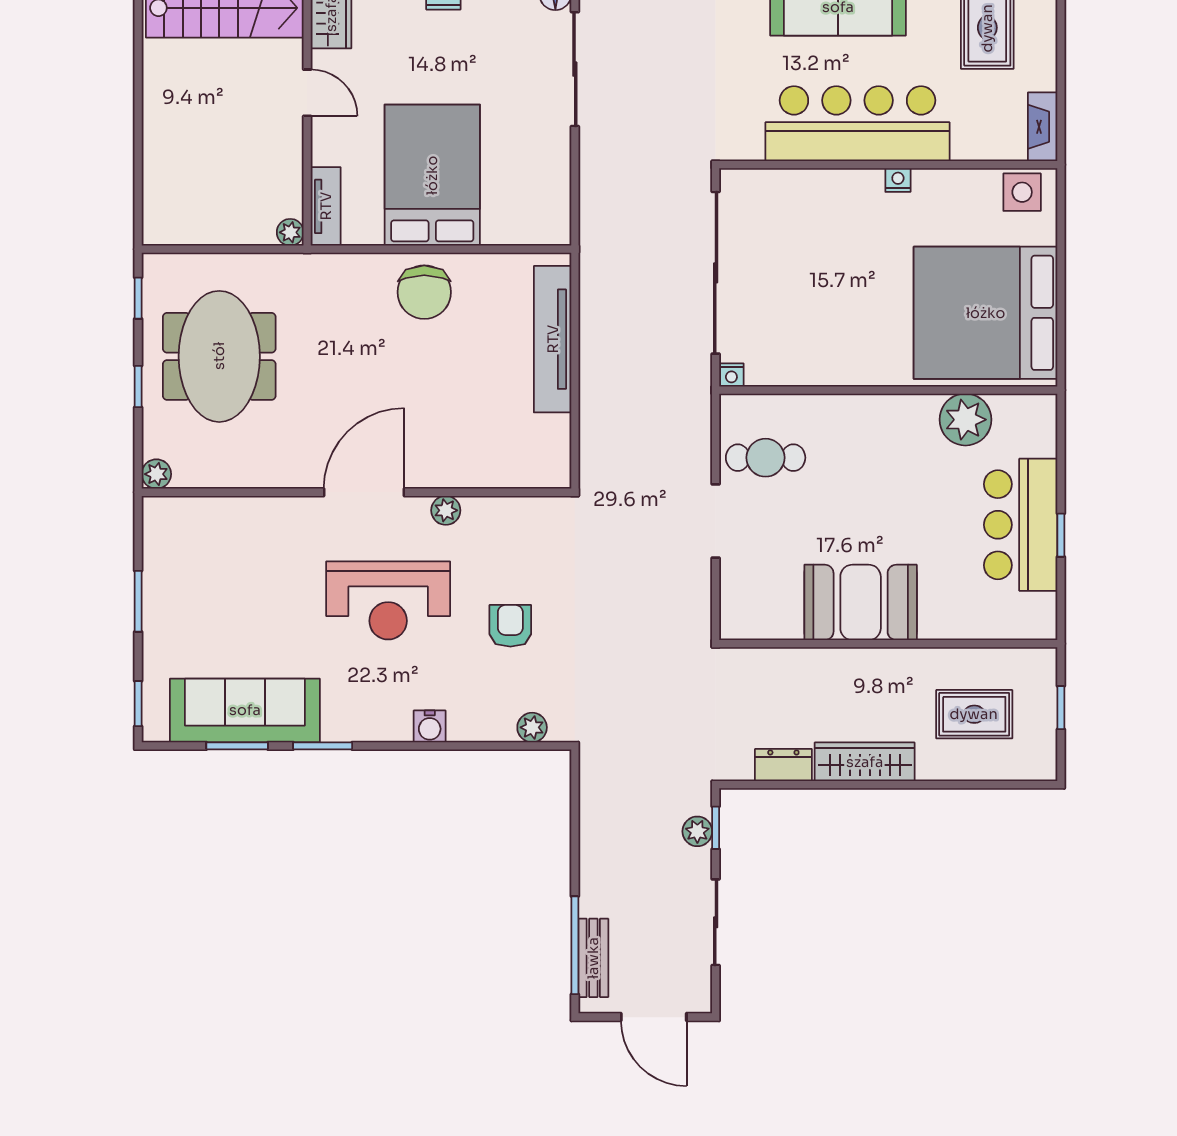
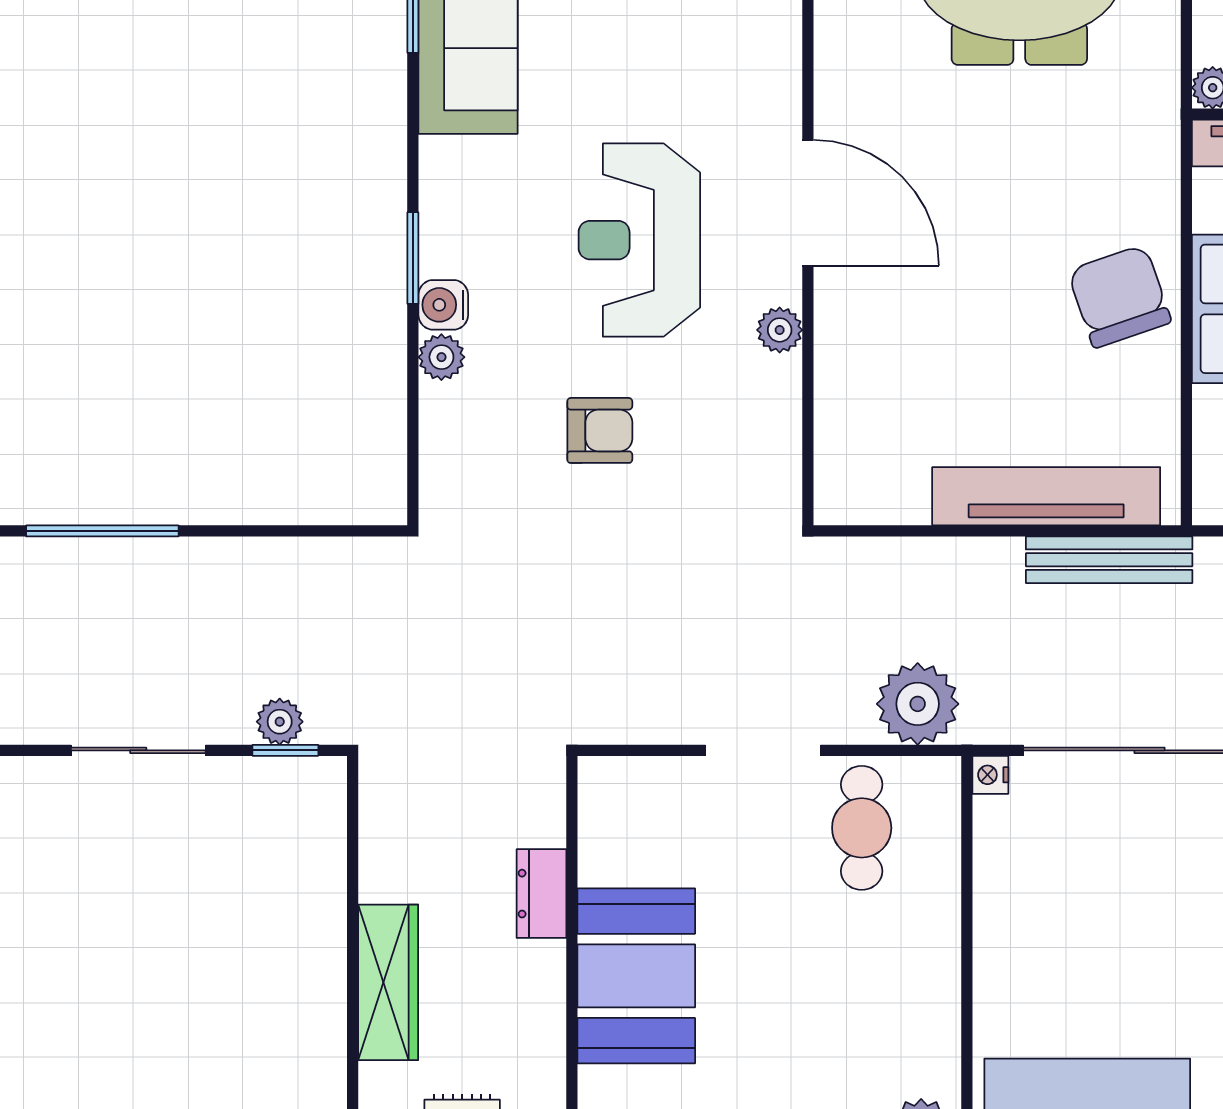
chair: (424, 292) -> (1119, 296), turned 71
plant: (686, 422) -> (918, 704), added
plant: (532, 727) -> (441, 357), moved
window: (323, 746) -> (413, 258), moved
dresser: (783, 765) -> (542, 894), moved, turned 180
bench: (593, 958) -> (1109, 560), moved, width x1.36

